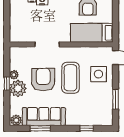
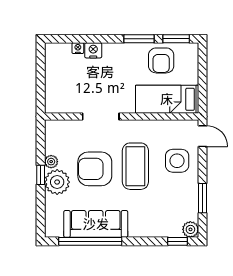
armchair: (43, 80) -> (95, 169), turned -90
plant: (16, 120) -> (190, 229), moved
window: (40, 128) -> (90, 241), width x2.11
window: (87, 128) -> (178, 241), moved

